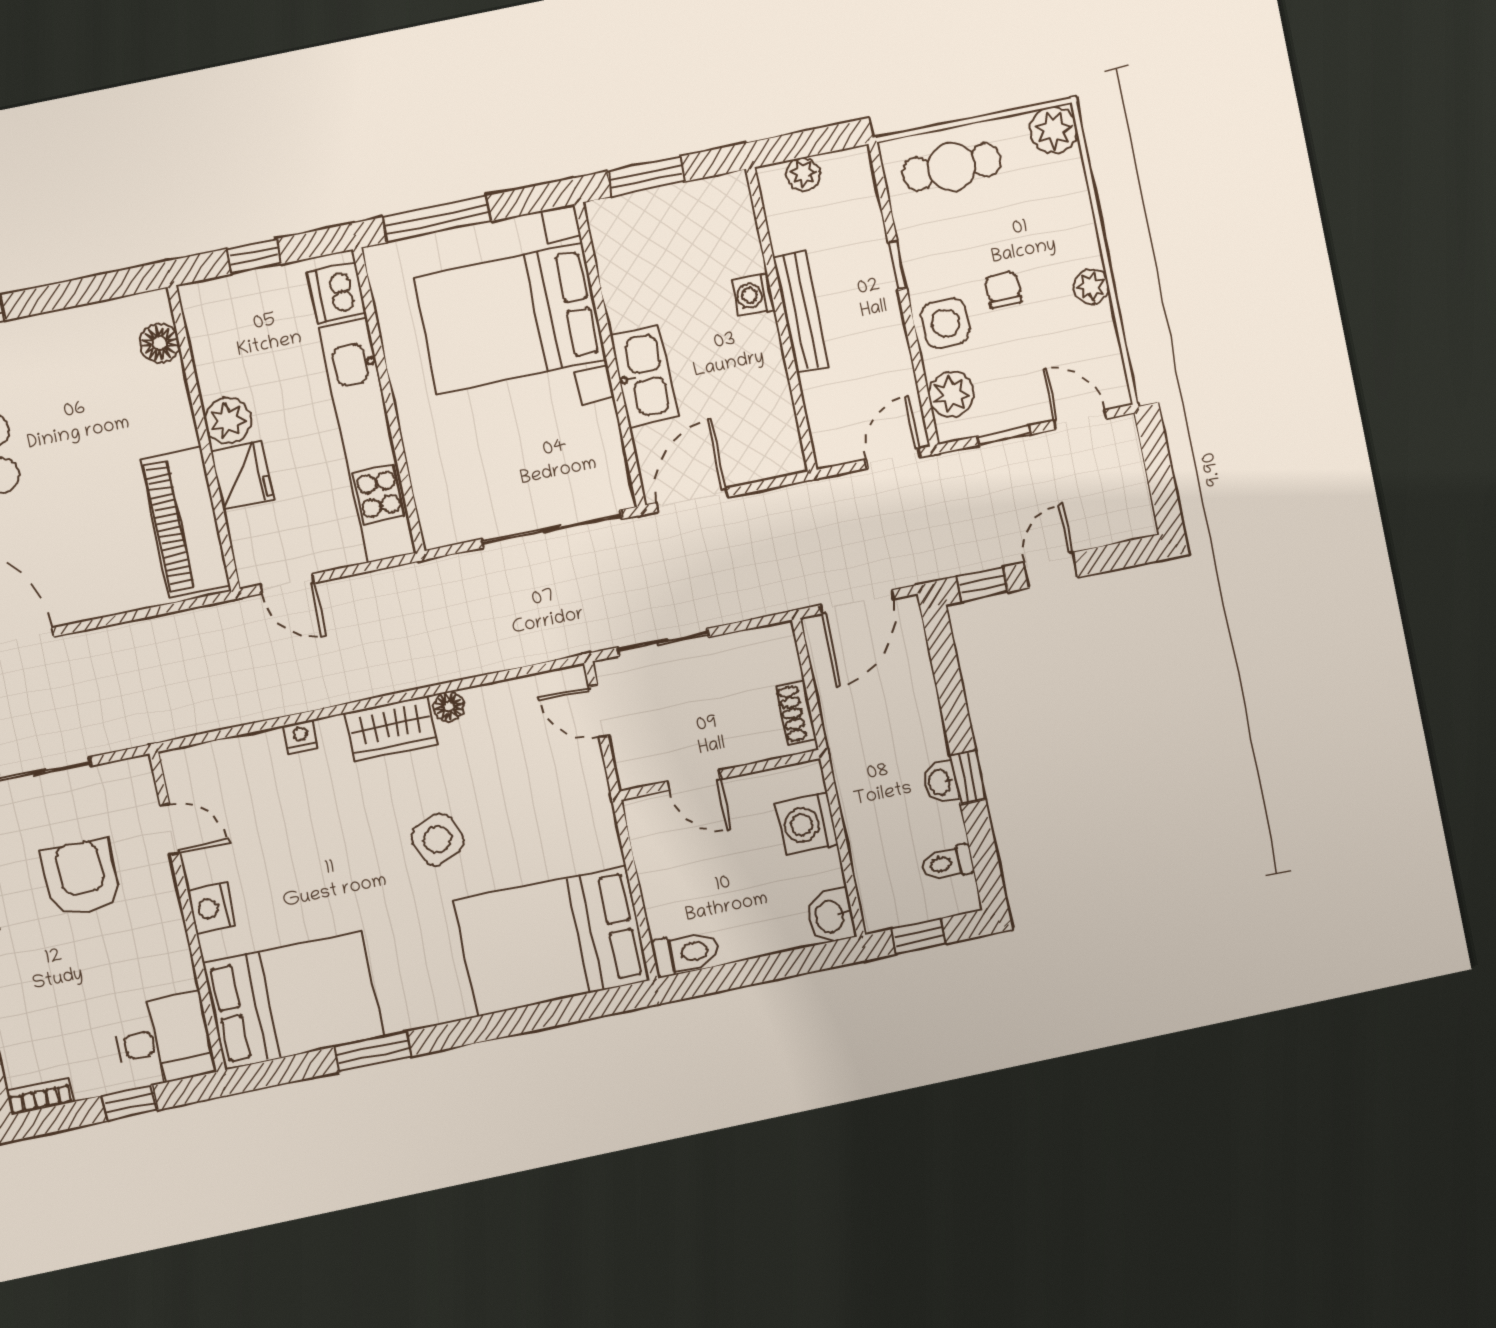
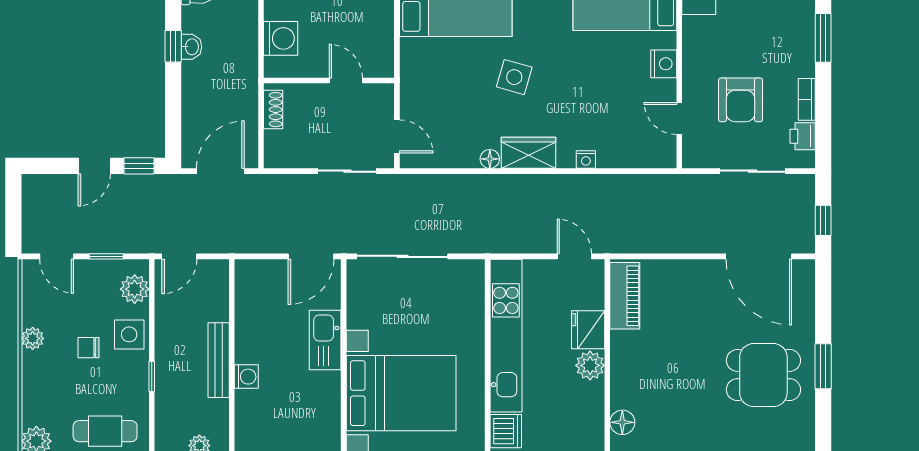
chair: (1003, 290) -> (88, 348), turned 90
piano: (185, 522) -> (625, 296), width x0.73, depth x0.75
side table: (437, 840) -> (514, 77), turned 38

